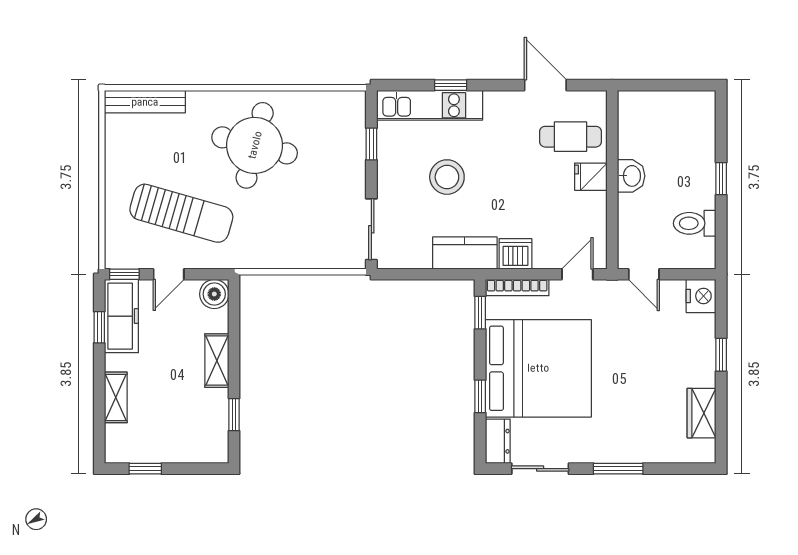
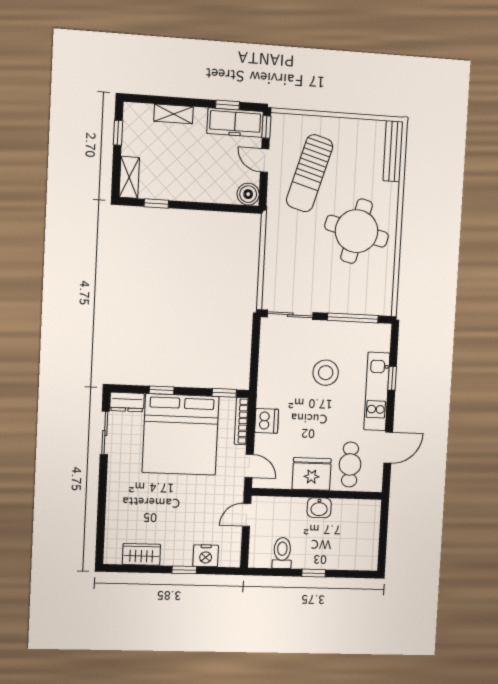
kitchen unit: (430, 105) -> (377, 391), moved
window: (371, 144) -> (353, 318), width x2.17
fridge: (591, 177) -> (312, 474), width x1.88, depth x1.34
kitchen counter: (465, 253) -> (269, 383), removed
nightstand: (701, 296) -> (206, 556), moved
shelving: (217, 361) -> (129, 177), moved, turned 90
window: (618, 469) -> (102, 491), removed

